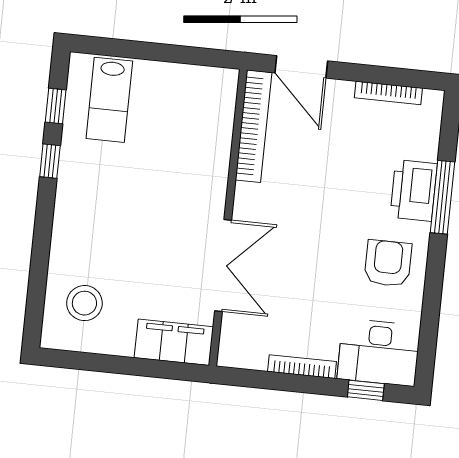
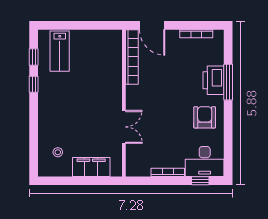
double door: (223, 266) -> (124, 127), width x0.73
stool: (84, 303) -> (58, 152), width x0.53, depth x0.53
filing cabinet: (174, 342) -> (91, 167), moved

